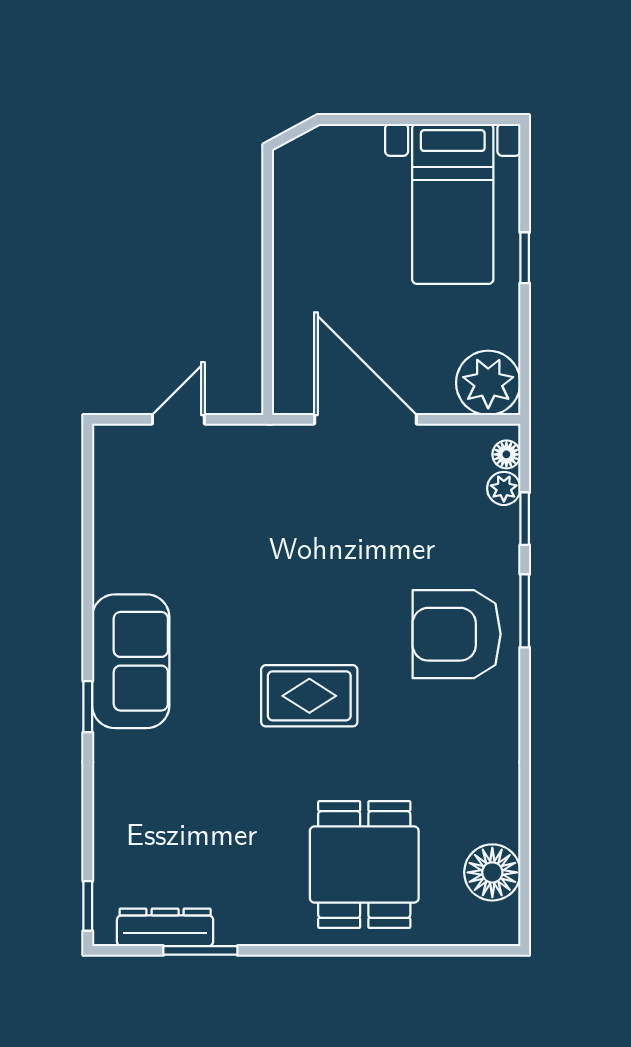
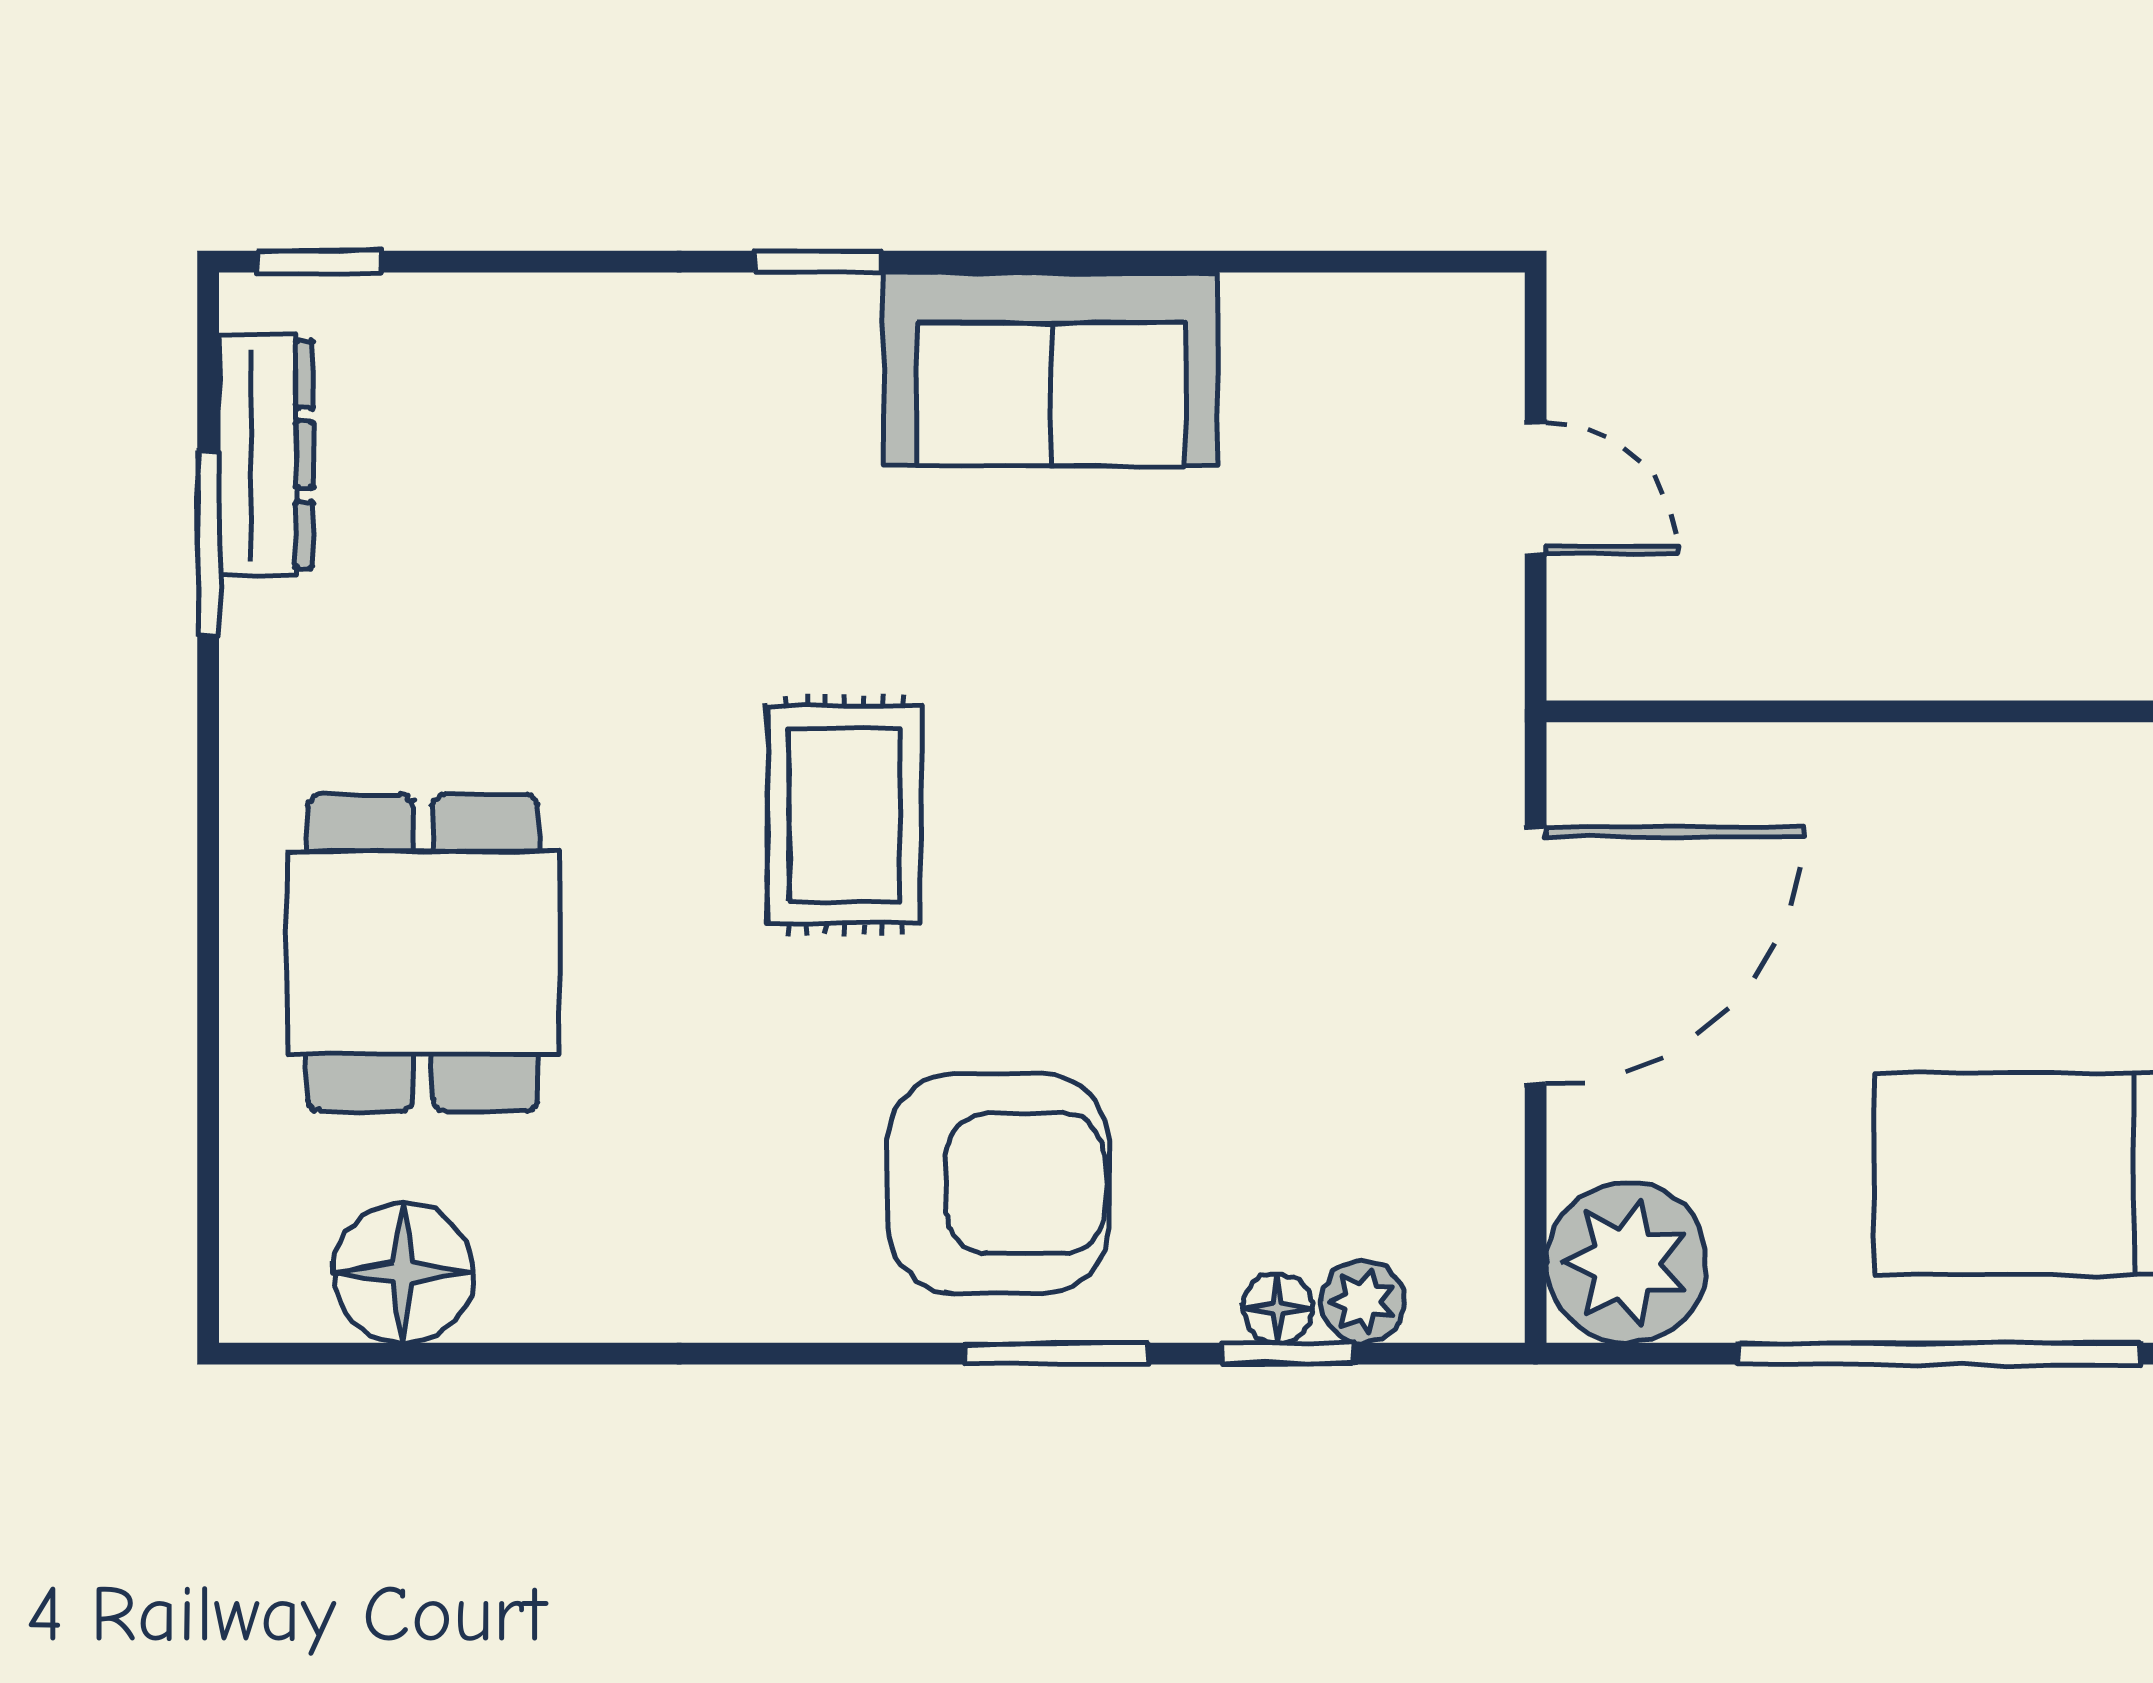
window: (525, 258) -> (1939, 1354), width x3.17
floor lamp: (506, 454) -> (1278, 1308), moved
armchair: (457, 634) -> (999, 1183), turned 90
sofa: (131, 661) -> (1051, 369), moved
dining table: (364, 865) -> (423, 953), turned 90

